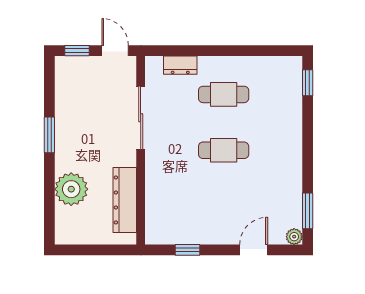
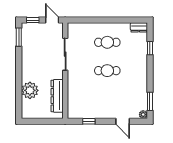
dresser: (180, 65) -> (139, 27), moved
window: (308, 83) -> (150, 48), moved
window: (49, 135) -> (19, 37), moved
door: (254, 250) -> (123, 121), swing flipped

